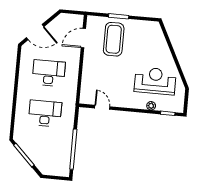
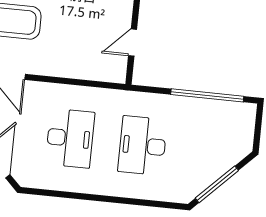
desk: (49, 73) -> (70, 138), turned 180

